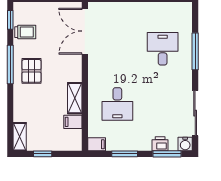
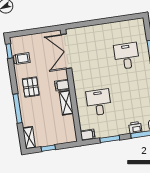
window: (10, 65) -> (18, 109), moved
desk: (117, 104) -> (99, 102), turned 180
filing cabinet: (73, 122) -> (62, 85), moved

